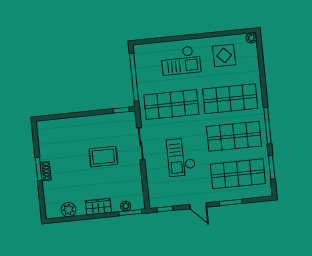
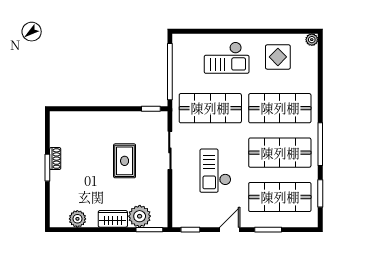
rug: (103, 157) -> (125, 161), turned 90
shoe rack: (45, 171) -> (55, 159), moved
plant: (126, 206) -> (140, 216), width x1.87, depth x1.87
door: (198, 206) -> (230, 230), swing flipped

